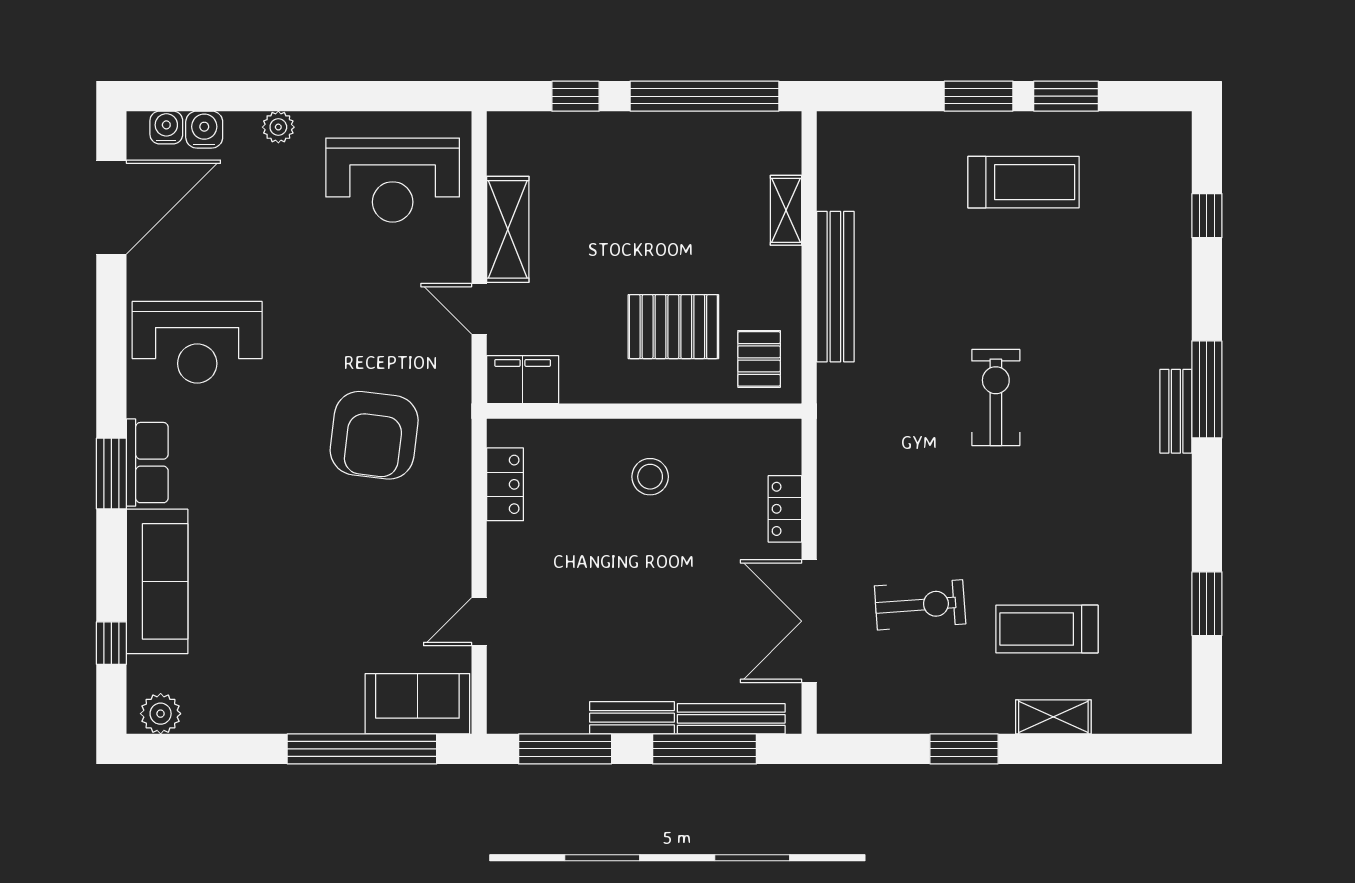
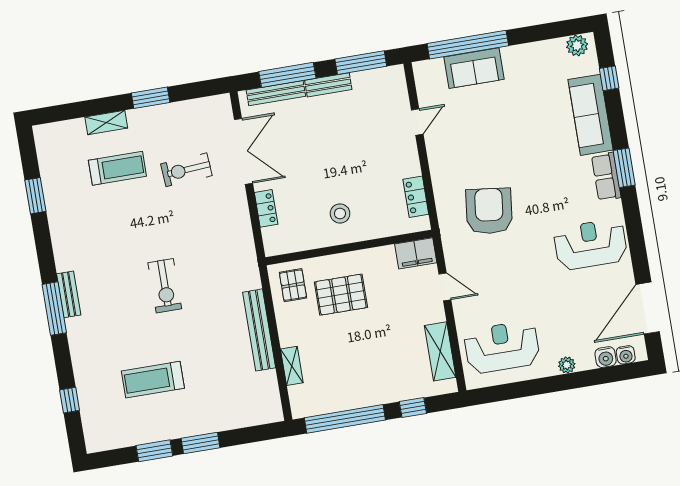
treadmill: (1024, 182) -> (153, 380), moved
shelving: (508, 229) -> (440, 351), moved
sofa: (417, 704) -> (474, 68), moved

